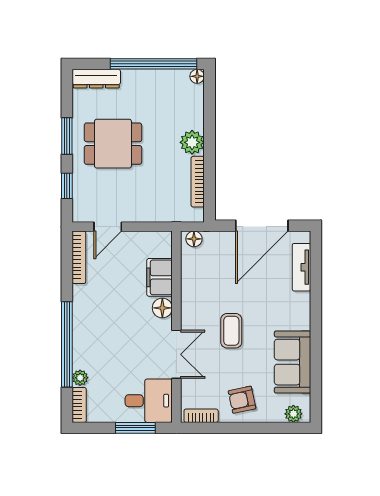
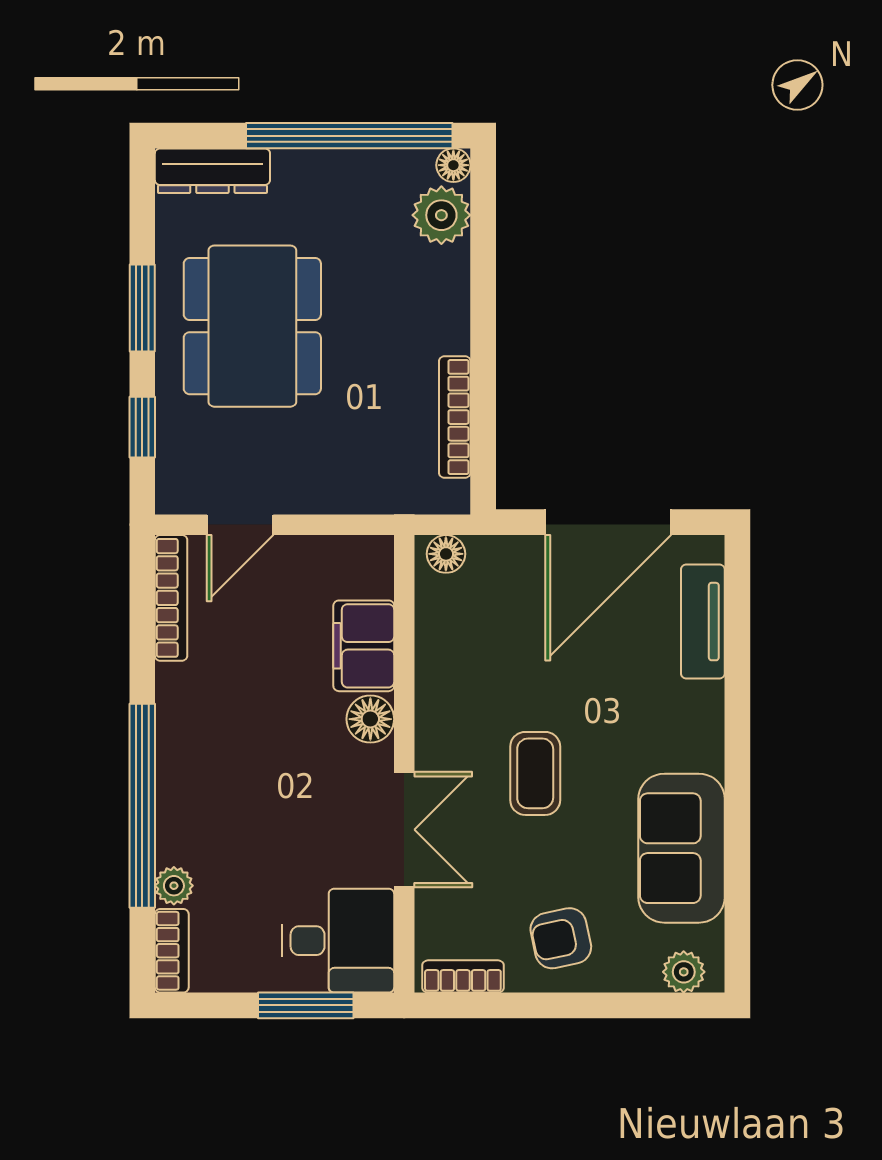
plant: (192, 142) -> (441, 215), moved
dining table: (113, 144) -> (252, 326), width x1.38

